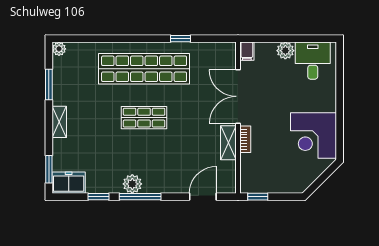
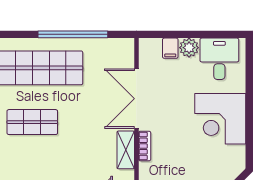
window: (181, 39) -> (73, 34), width x3.17
filing cabinet: (247, 51) -> (170, 48), moved
corner desk: (314, 135) -> (220, 119), moved

